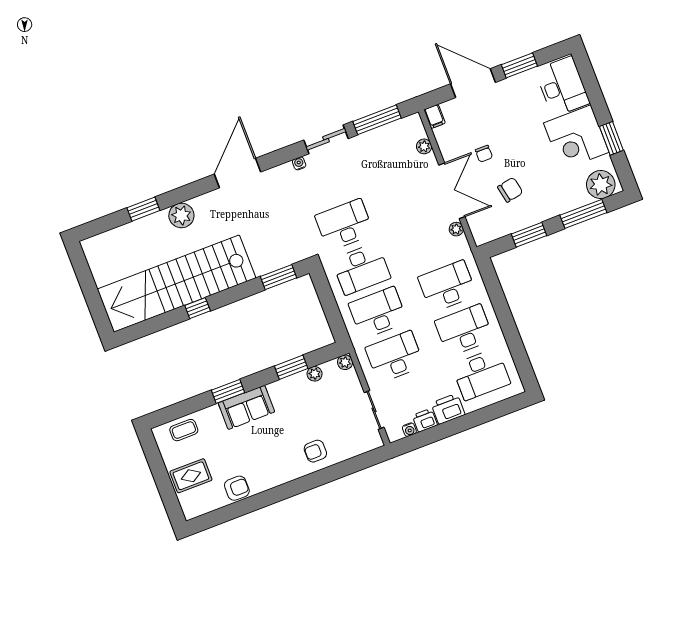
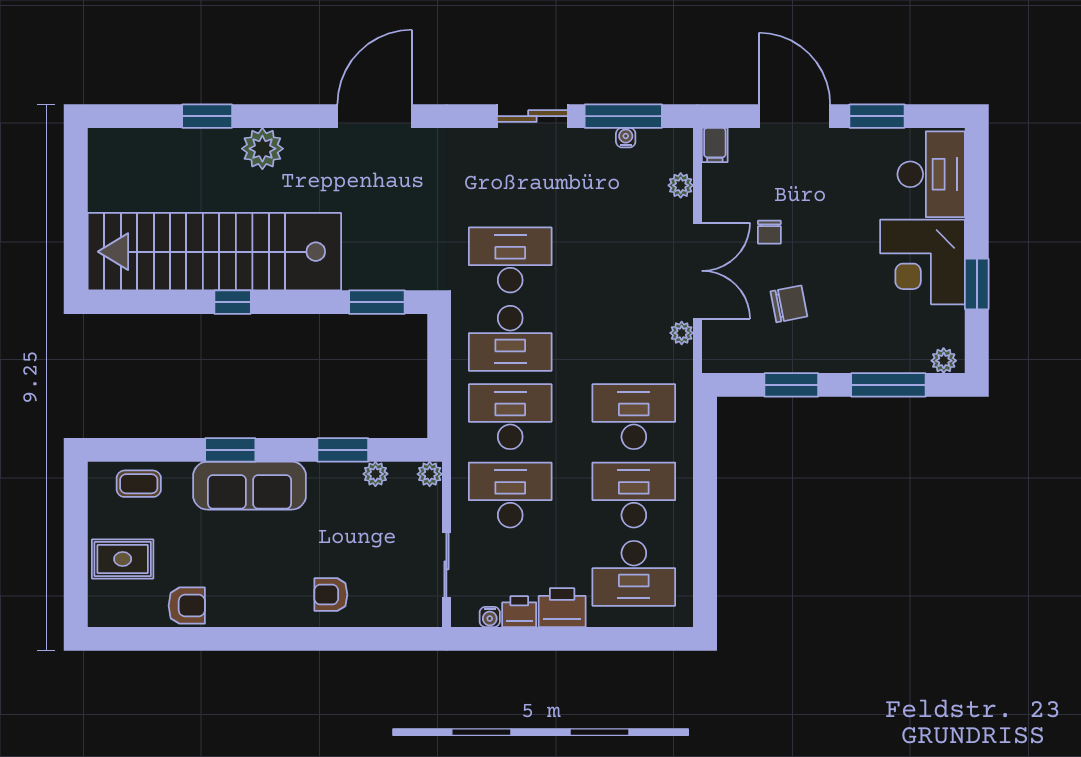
water cooler: (299, 163) -> (626, 138), moved
plant: (601, 185) -> (944, 361), width x0.53, depth x0.53
sofa: (246, 407) -> (250, 486), width x1.36

